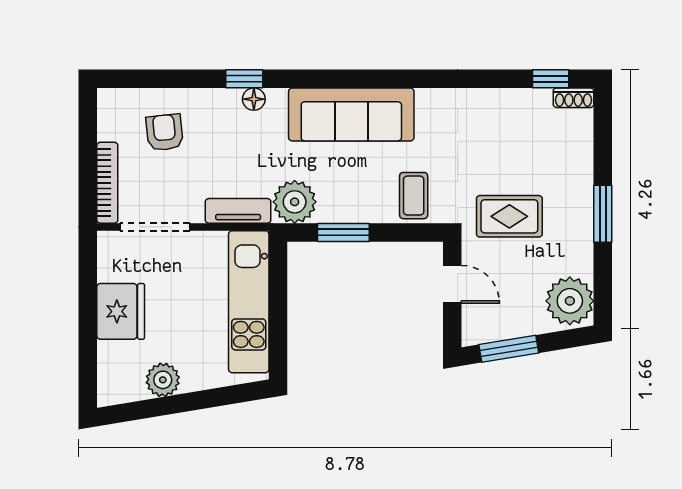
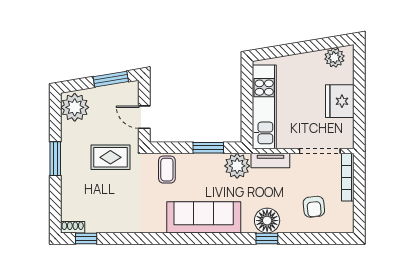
floor lamp: (254, 99) -> (267, 221), width x1.89, depth x1.89
plant: (163, 380) -> (334, 58), moved

